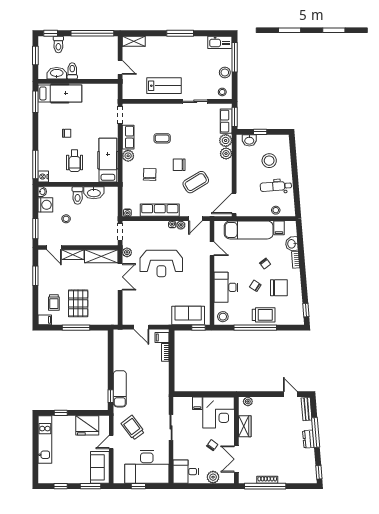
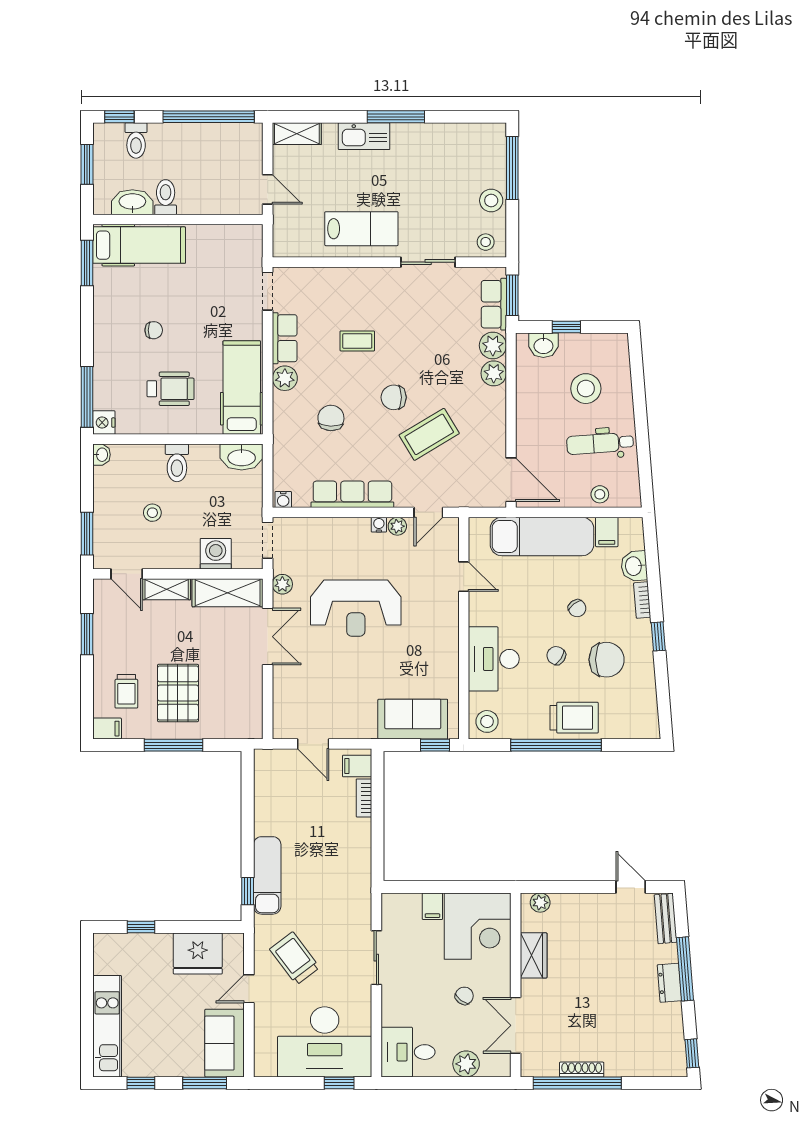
kitchen sink: (220, 42) -> (364, 136), moved
wheelchair: (75, 161) -> (171, 389), turned -90
washbasin: (94, 193) -> (242, 457), moved
door: (234, 203) -> (511, 480), swing flipped
washing machine: (45, 205) -> (216, 554), moved, turned -90
window: (306, 310) -> (658, 636), moved
kitchen unit: (45, 440) -> (107, 1026), moved
window: (138, 486) -> (339, 1083), moved

